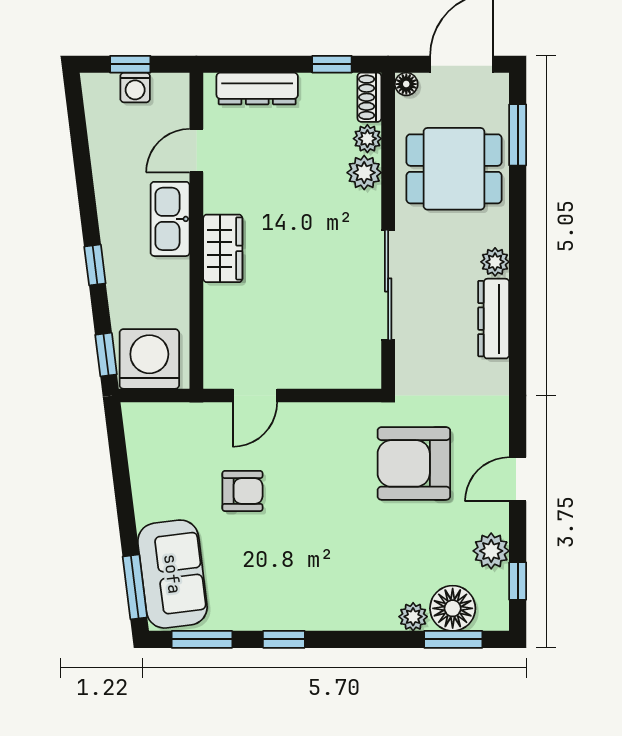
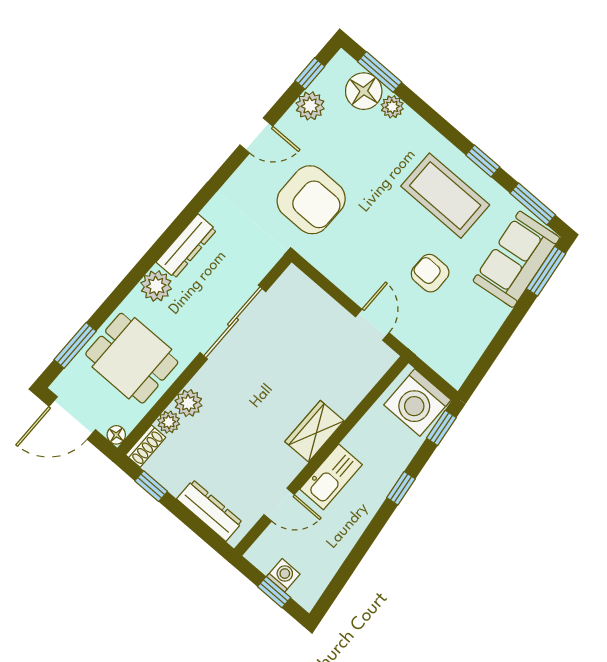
plant: (495, 262) -> (156, 286), width x1.38, depth x1.38
door: (255, 396) -> (372, 325), hinge flipped
coffee table: (291, 576) -> (445, 196), added

